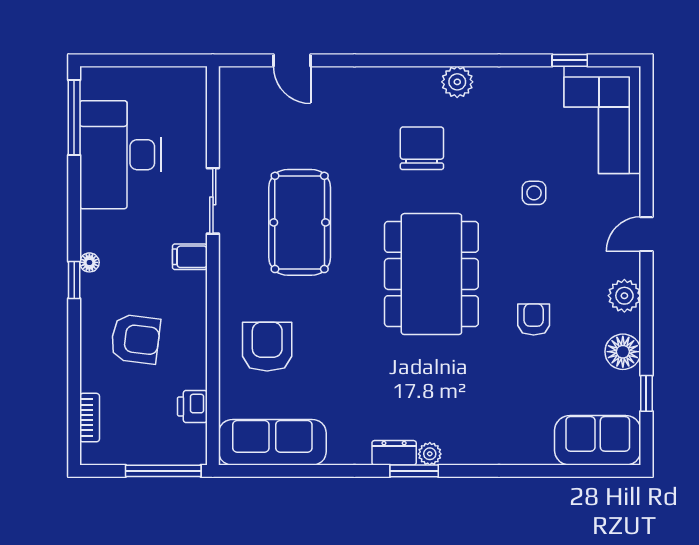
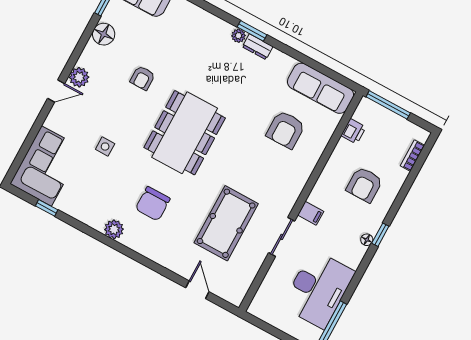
pool table: (300, 222) -> (226, 223), moved
plant: (624, 296) -> (79, 77), moved
armchair: (135, 339) -> (364, 185), turned -97
armchair: (267, 347) -> (286, 130), moved

